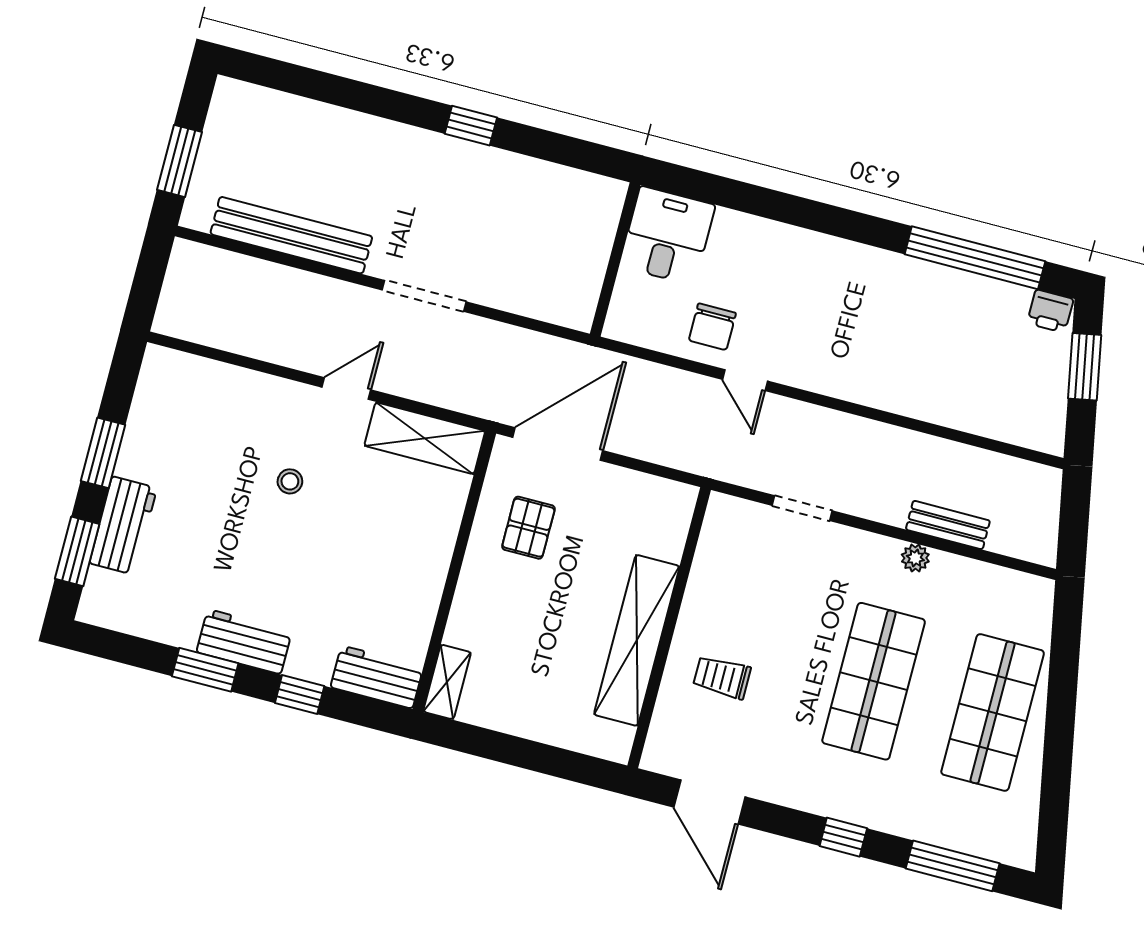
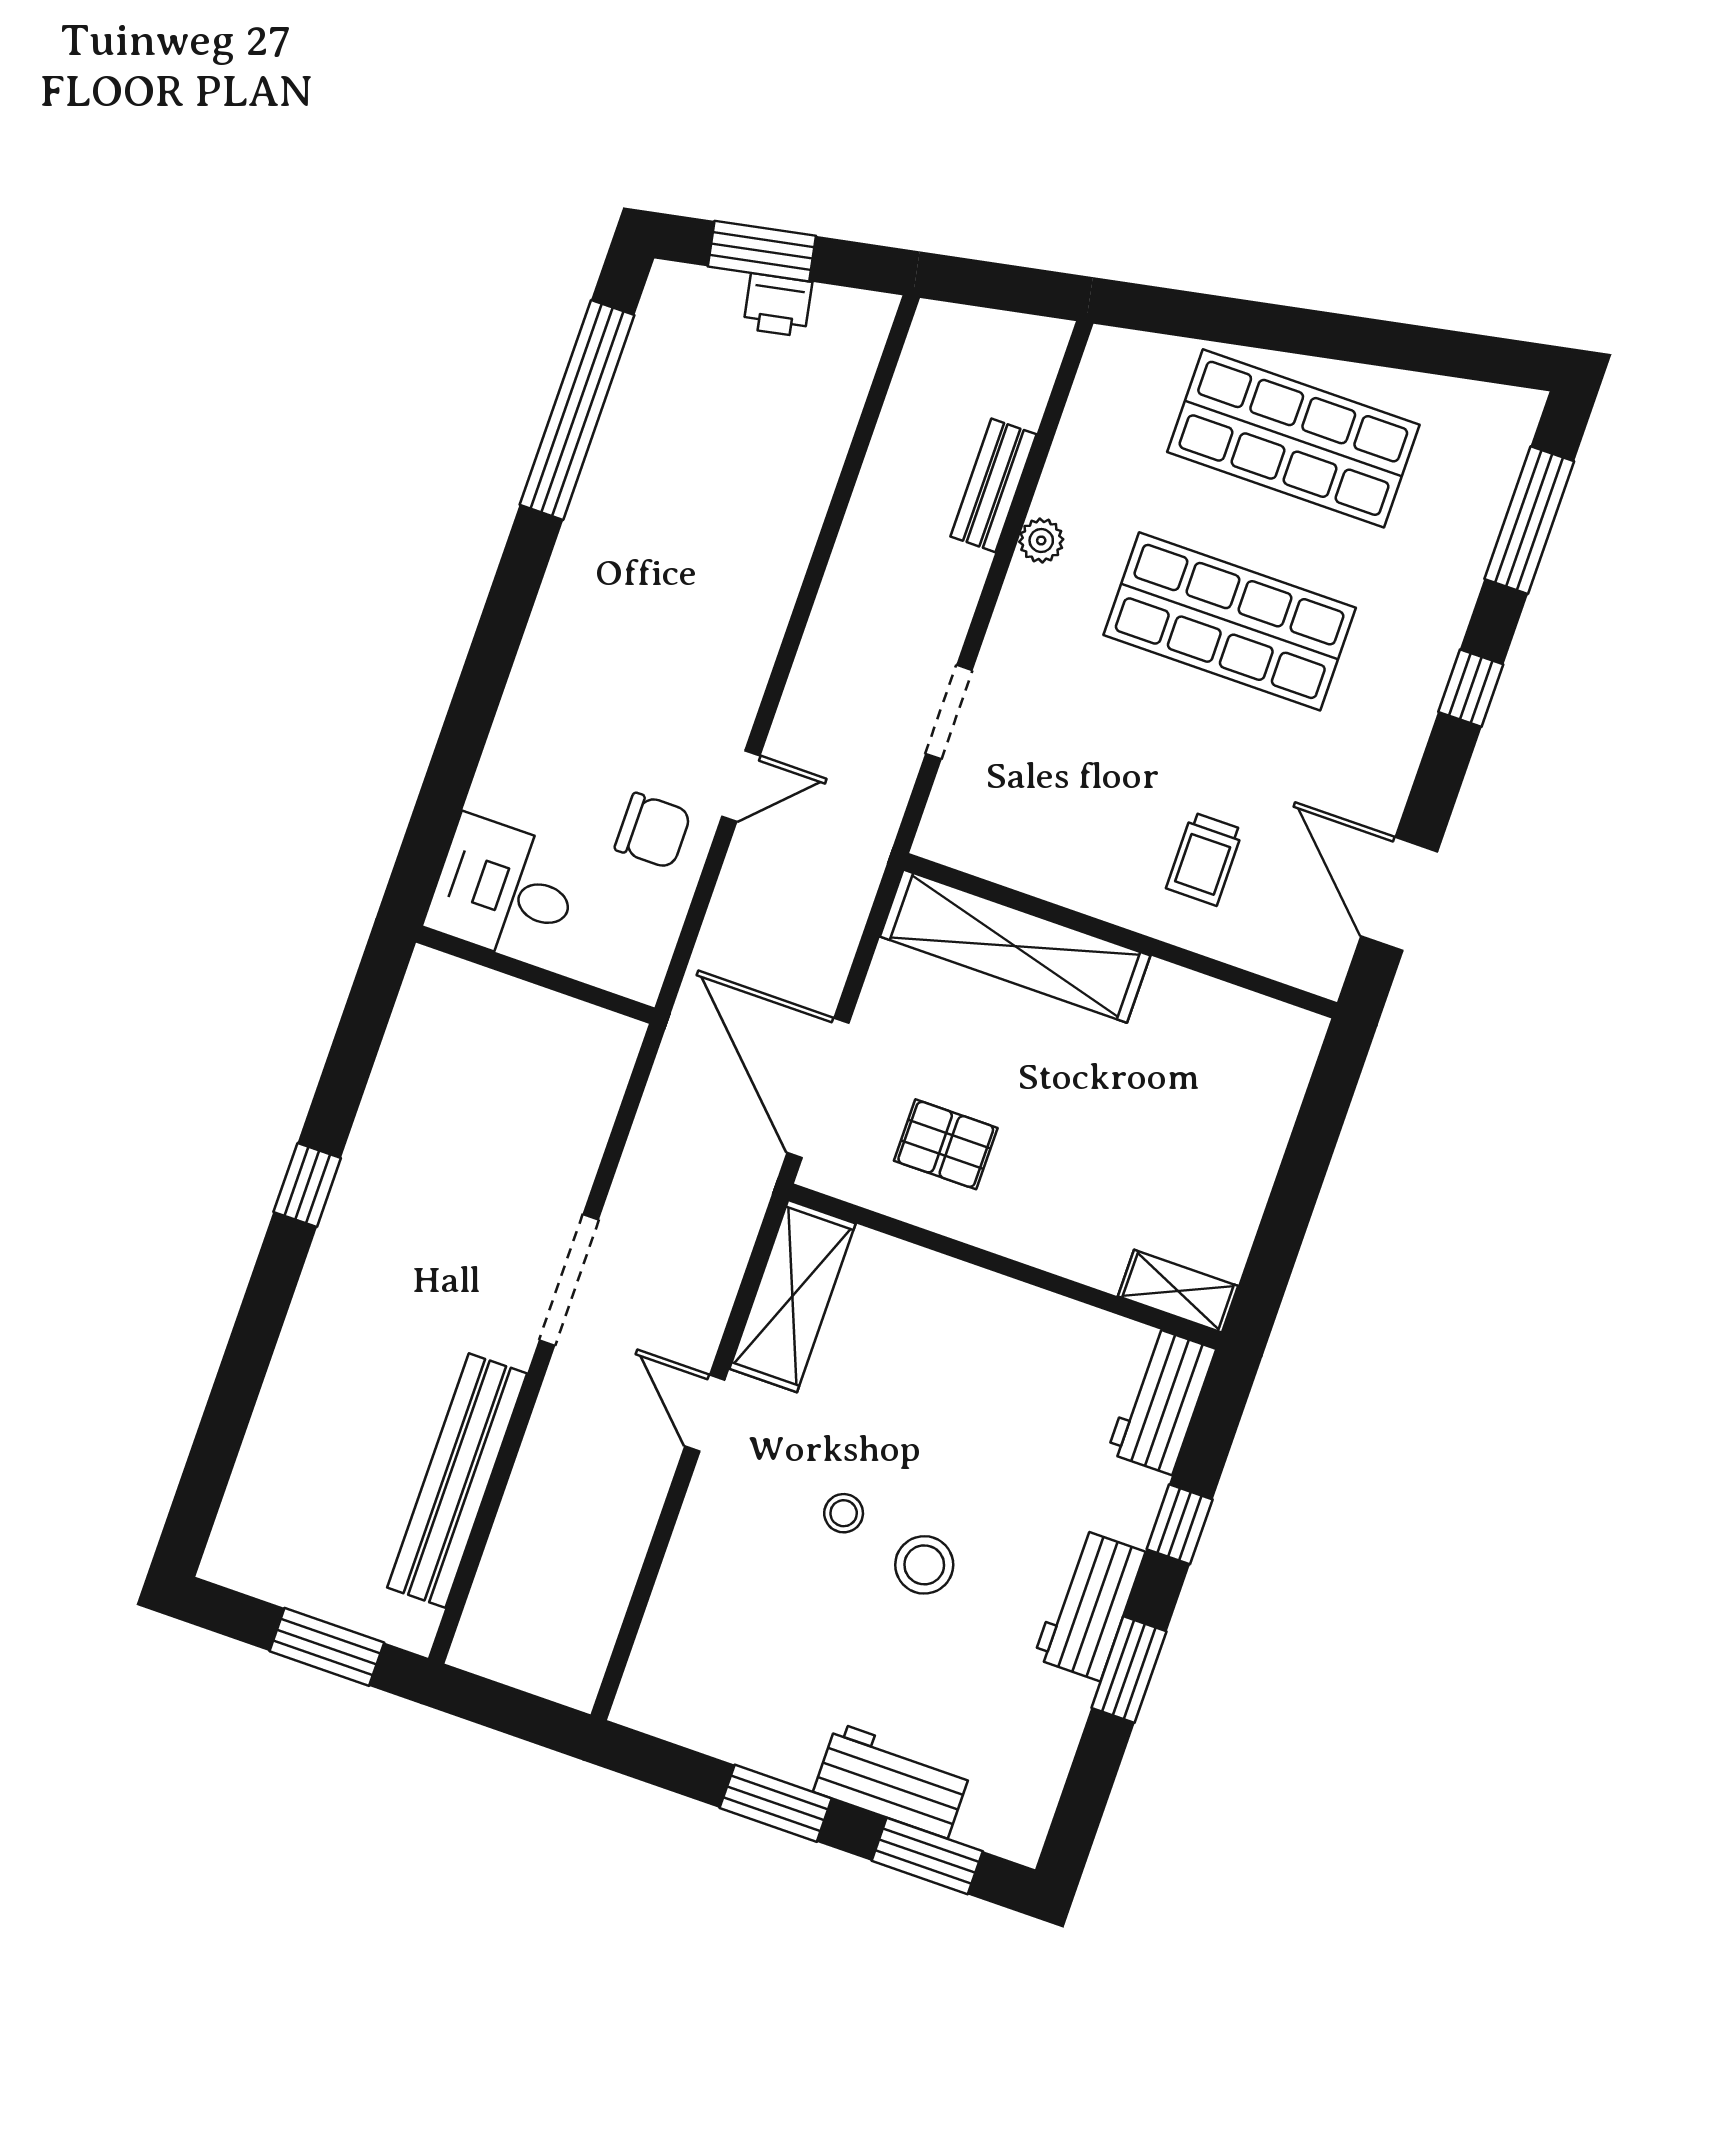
printer: (1050, 311) -> (778, 305), moved, turned 79
stool: (261, 535) -> (924, 1565), added
shelving: (637, 640) -> (1015, 946), moved
door: (709, 802) -> (1399, 894), swing flipped

